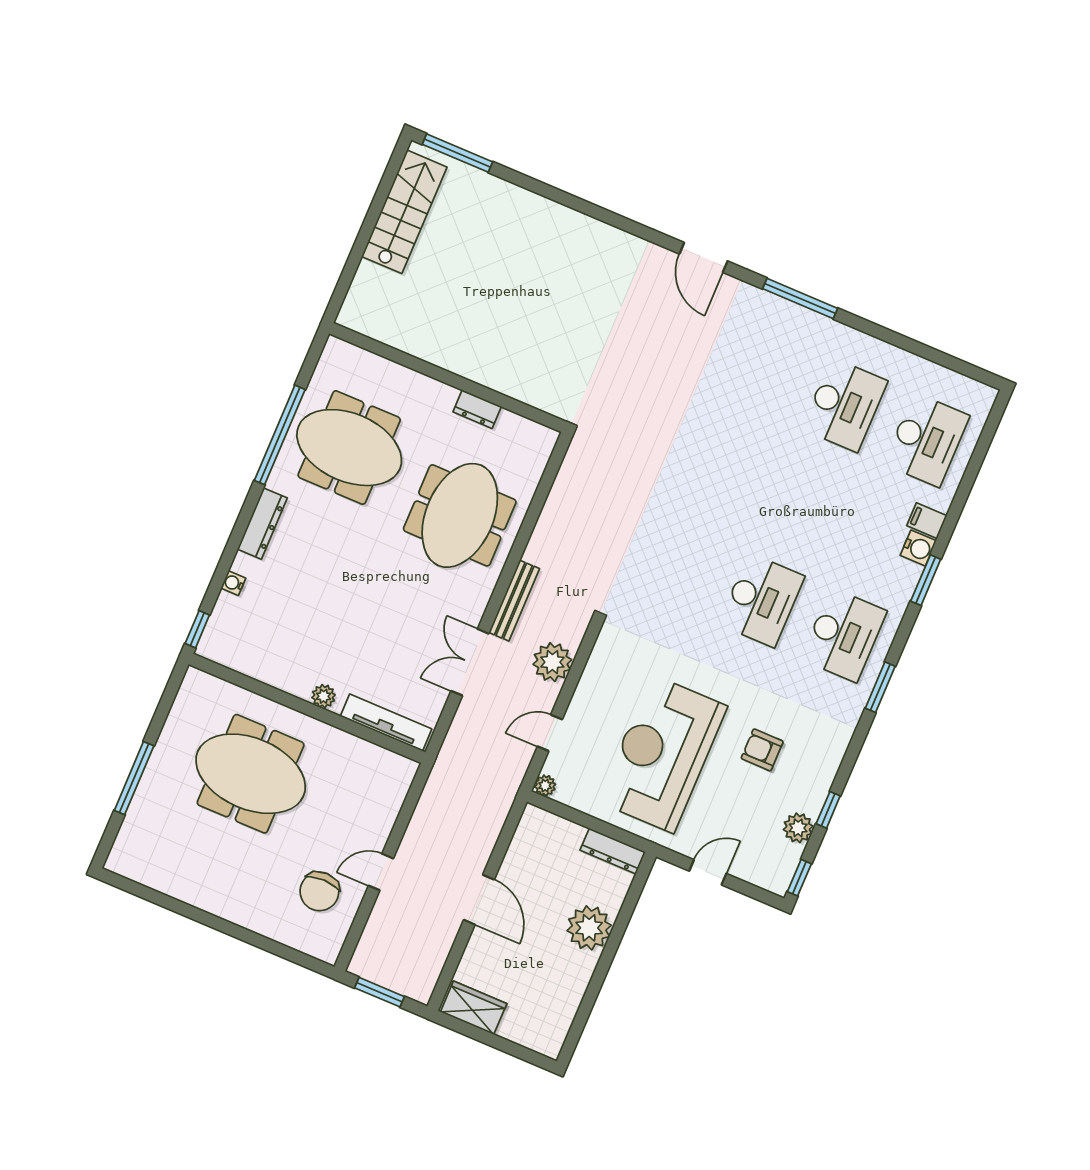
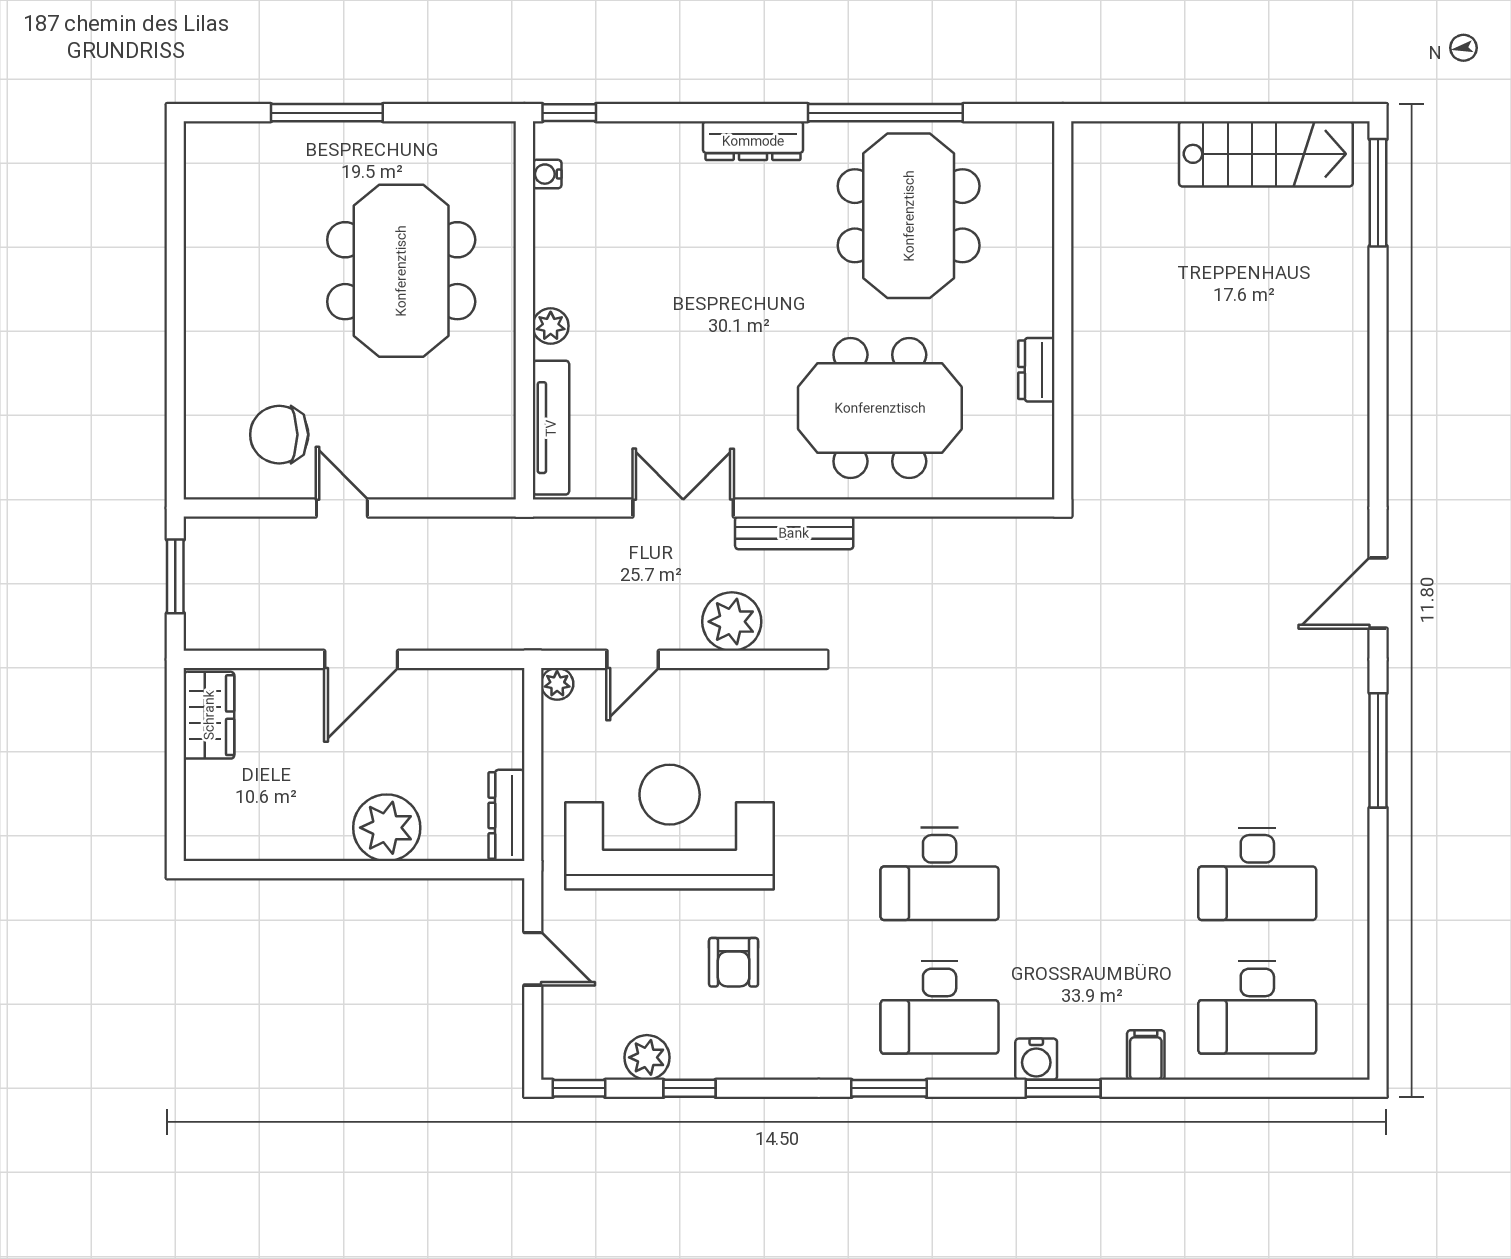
water cooler: (918, 548) -> (1036, 1059), moved
water cooler: (233, 583) -> (547, 174), moved, turned -90
door: (550, 733) -> (633, 659), swing flipped
armchair: (762, 750) -> (734, 962), turned 180

